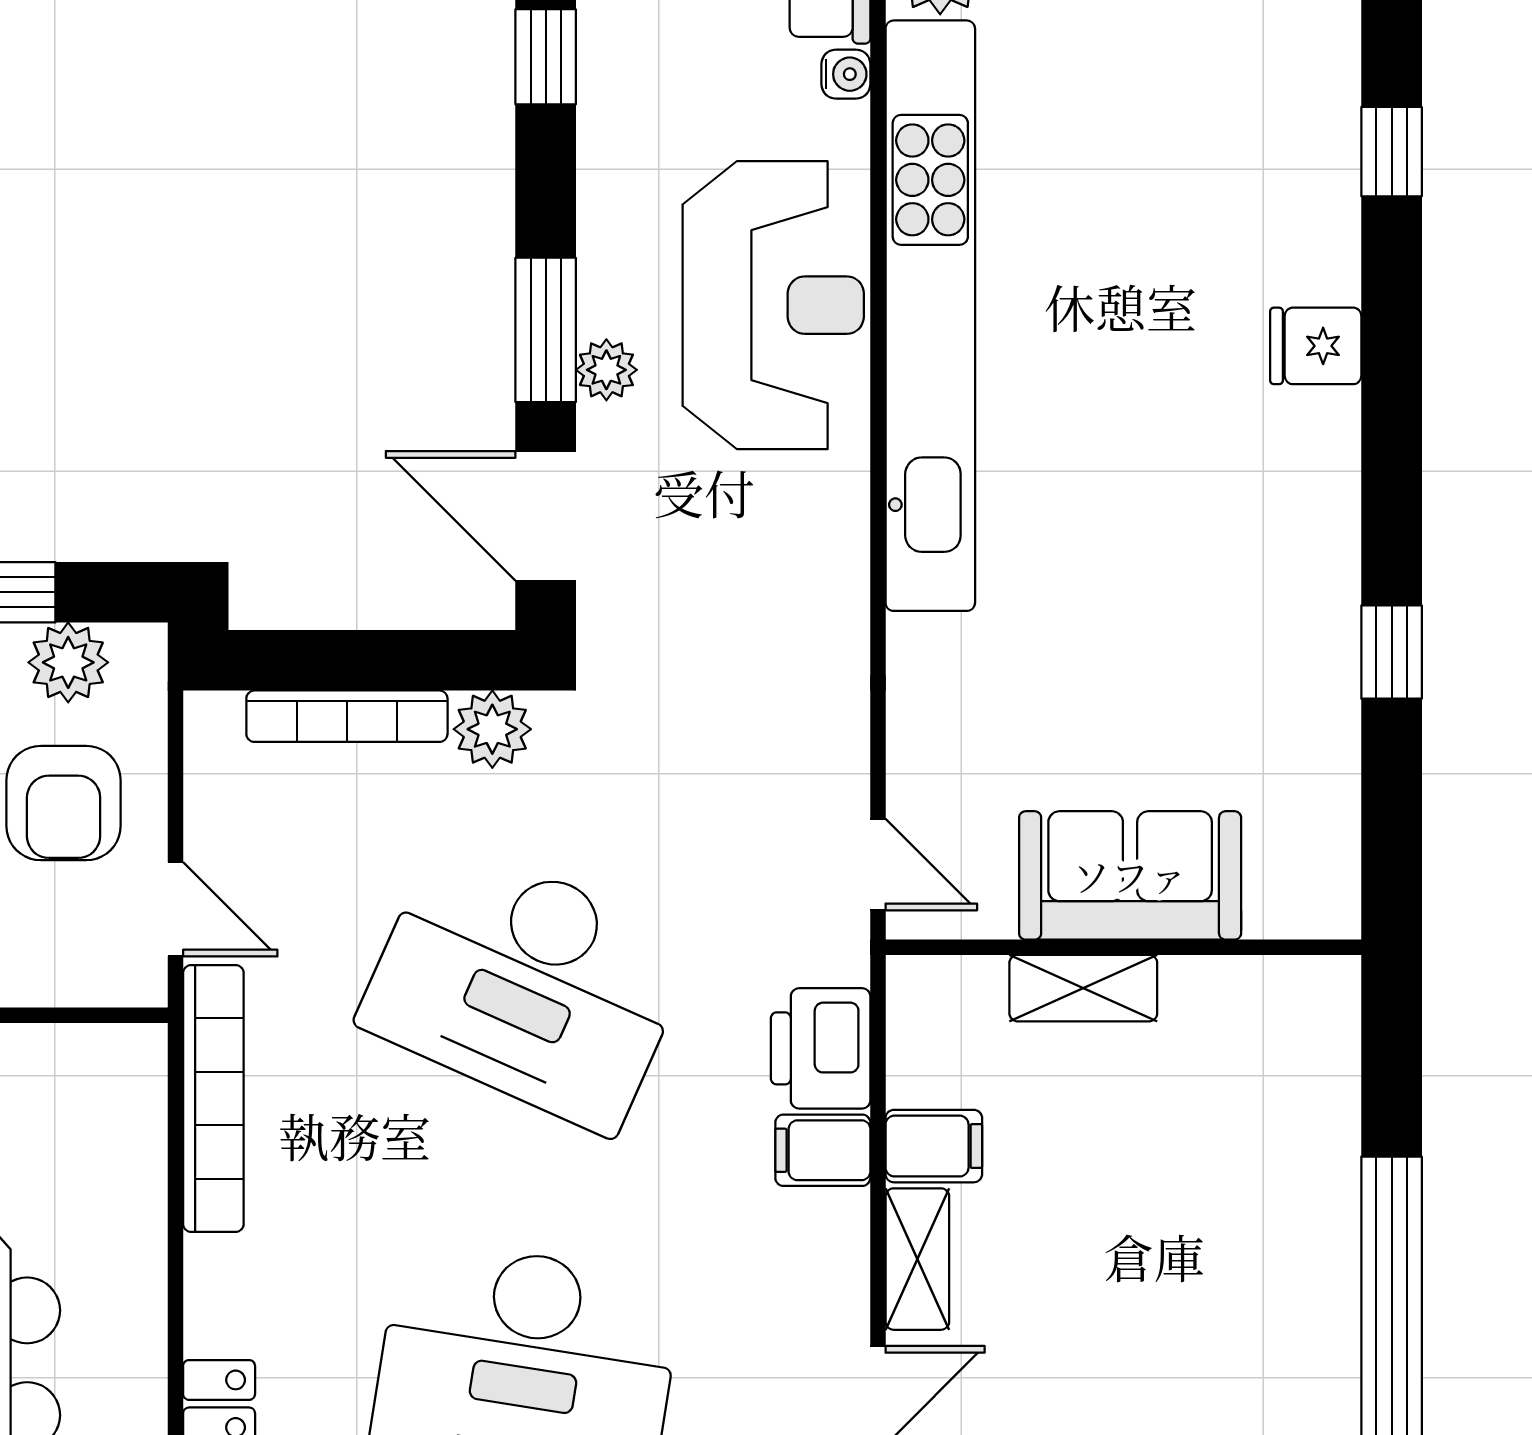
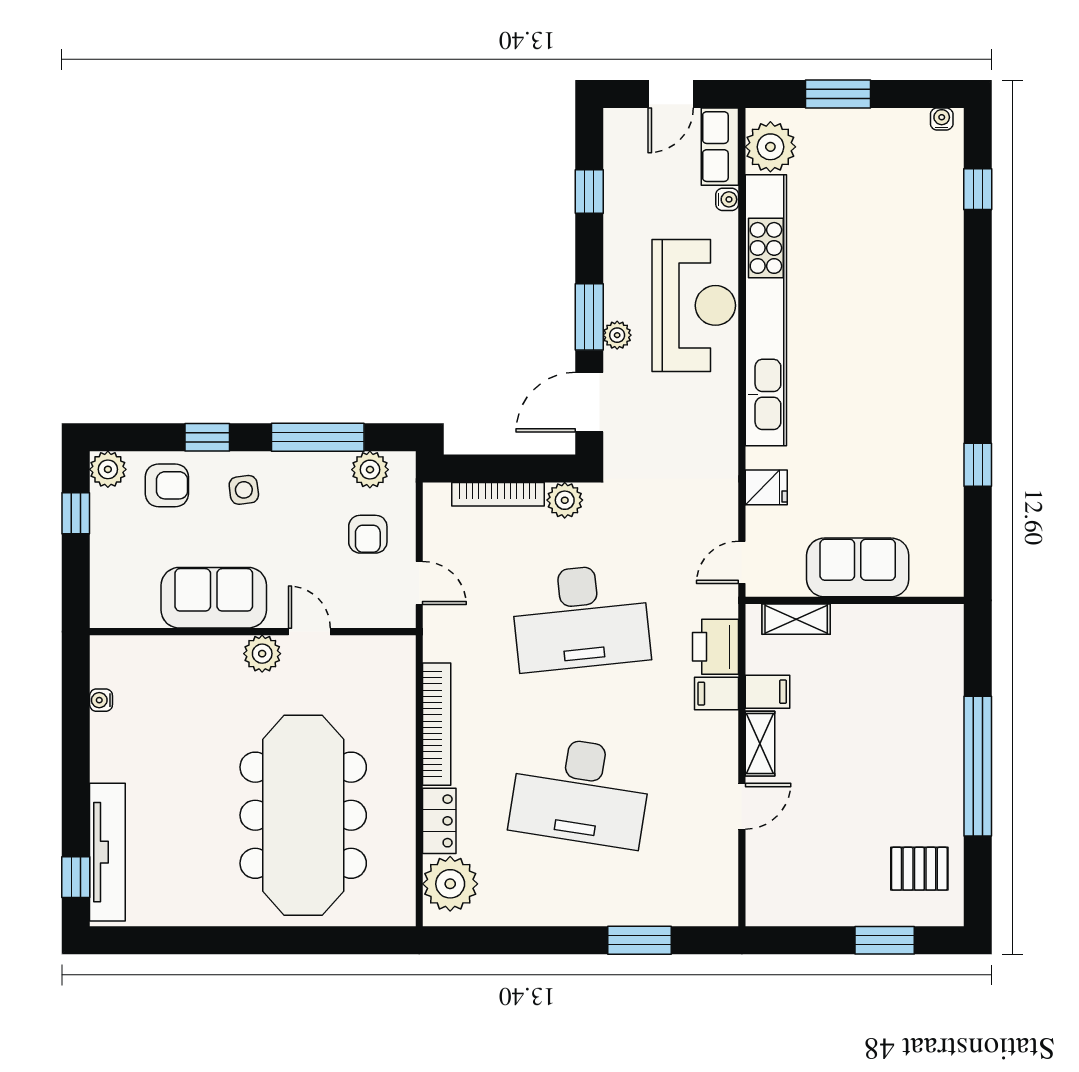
window: (1392, 152) -> (978, 189), moved
fridge: (1316, 346) -> (766, 487), moved, turned 180
door: (546, 516) -> (589, 402), hinge flipped
armchair: (64, 803) -> (368, 534), width x0.72, depth x0.72
door: (878, 865) -> (742, 562), swing flipped
desk: (527, 984) -> (581, 617), turned -30
shelving: (1083, 988) -> (796, 619), moved
bookcase: (213, 1098) -> (437, 724), moved

